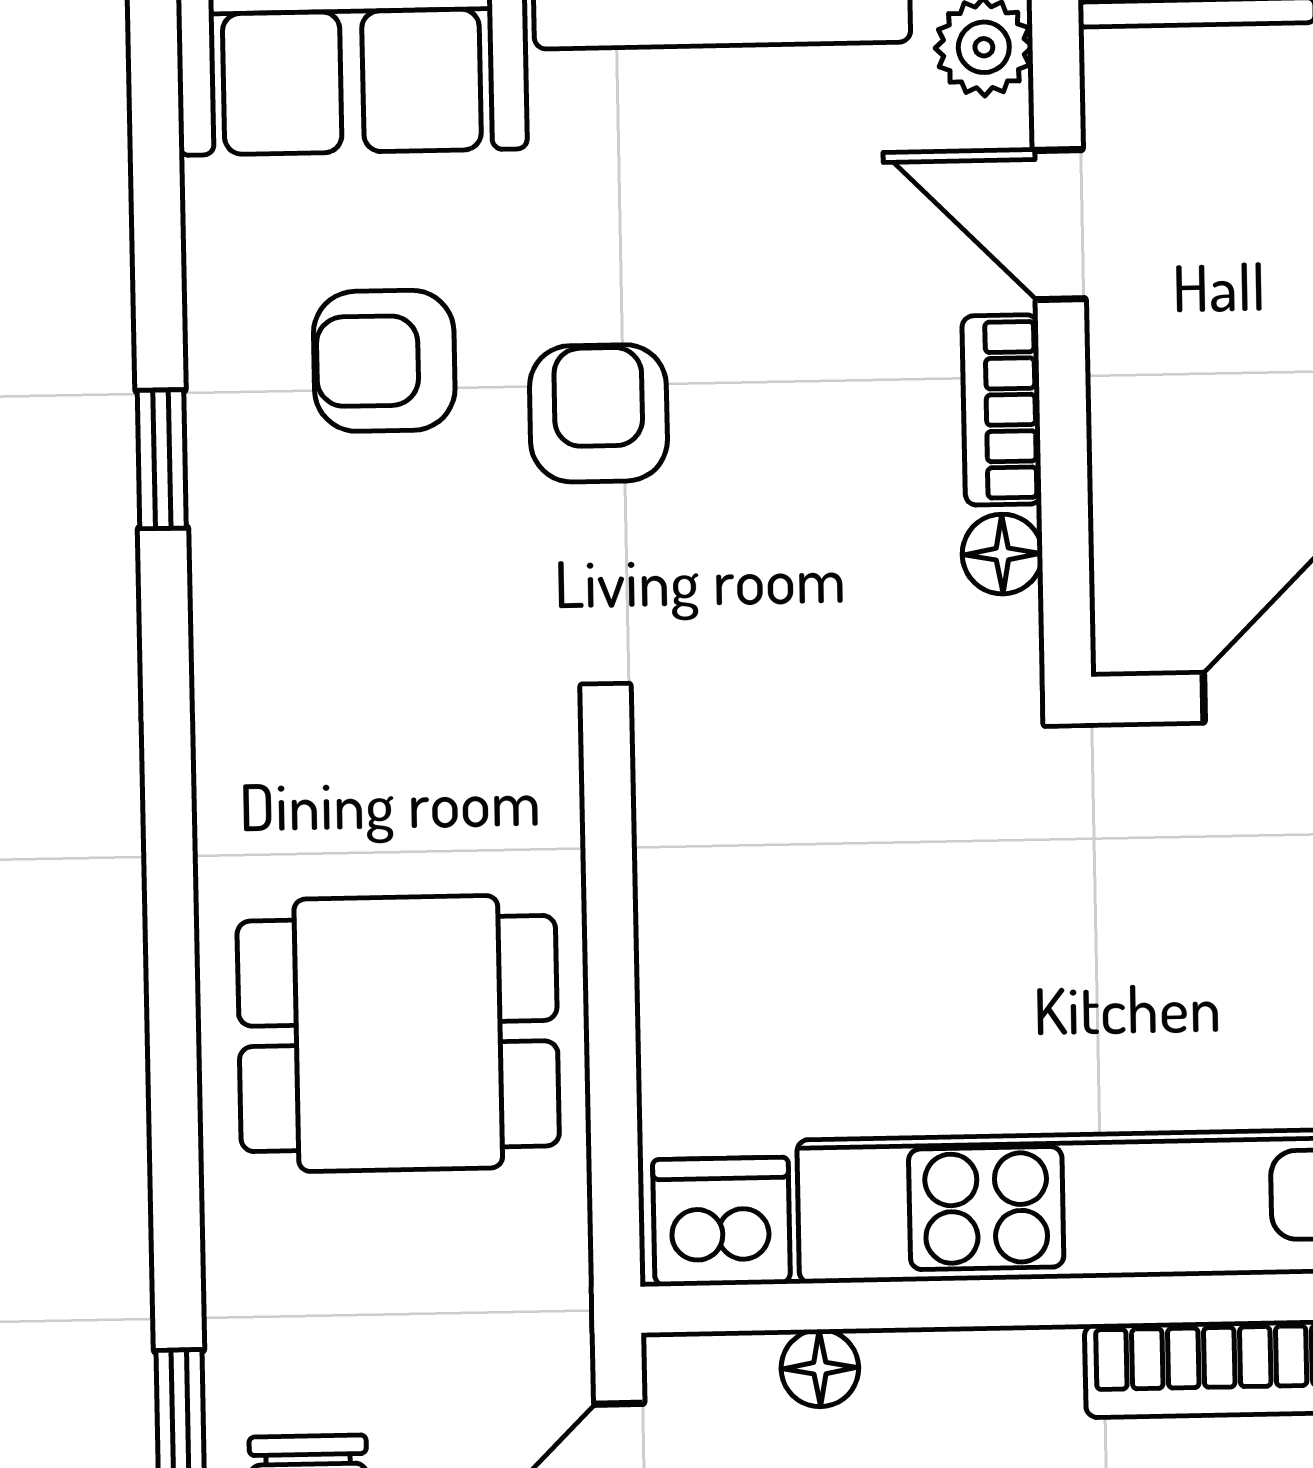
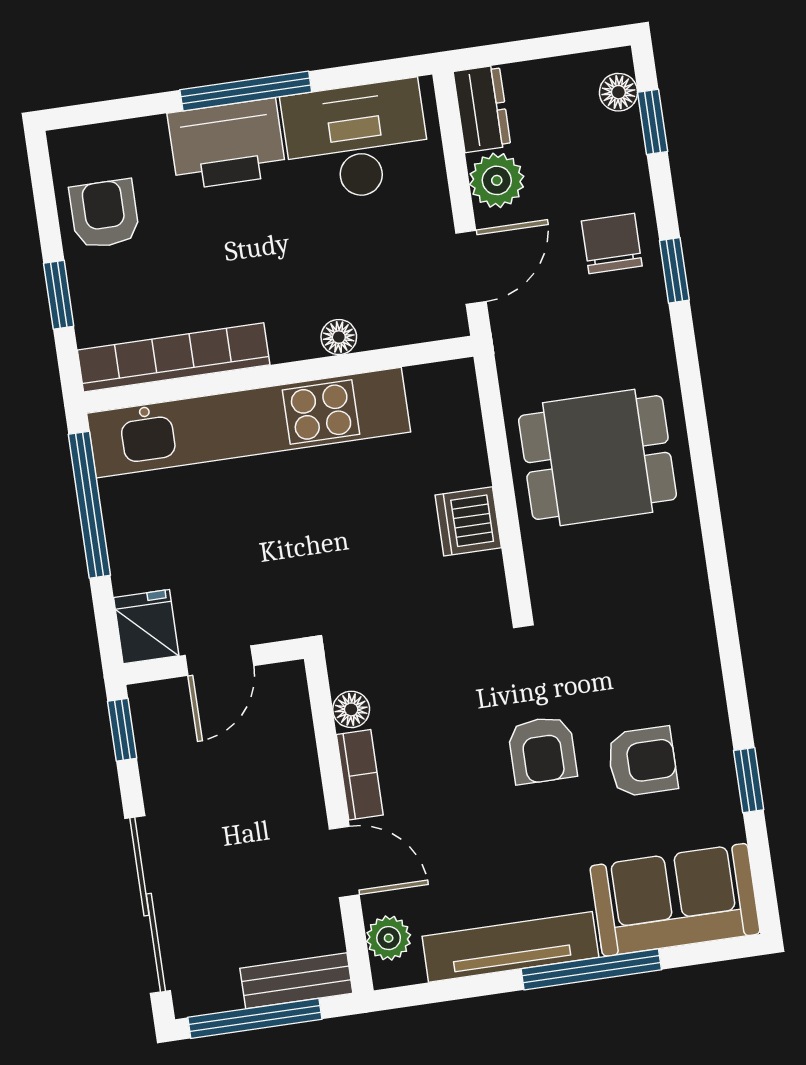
window: (162, 459) -> (749, 780), moved
dishwasher: (722, 1222) -> (468, 521), moved, turned 90
floor lamp: (820, 1368) -> (339, 337), moved

